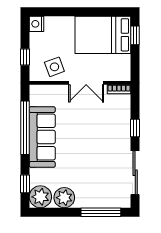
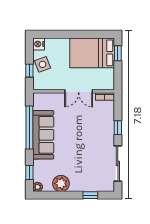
side table: (54, 67) -> (42, 64), moved
plant: (40, 197) -> (38, 187), width x0.53, depth x0.53
window: (101, 212) -> (90, 195), width x0.46

